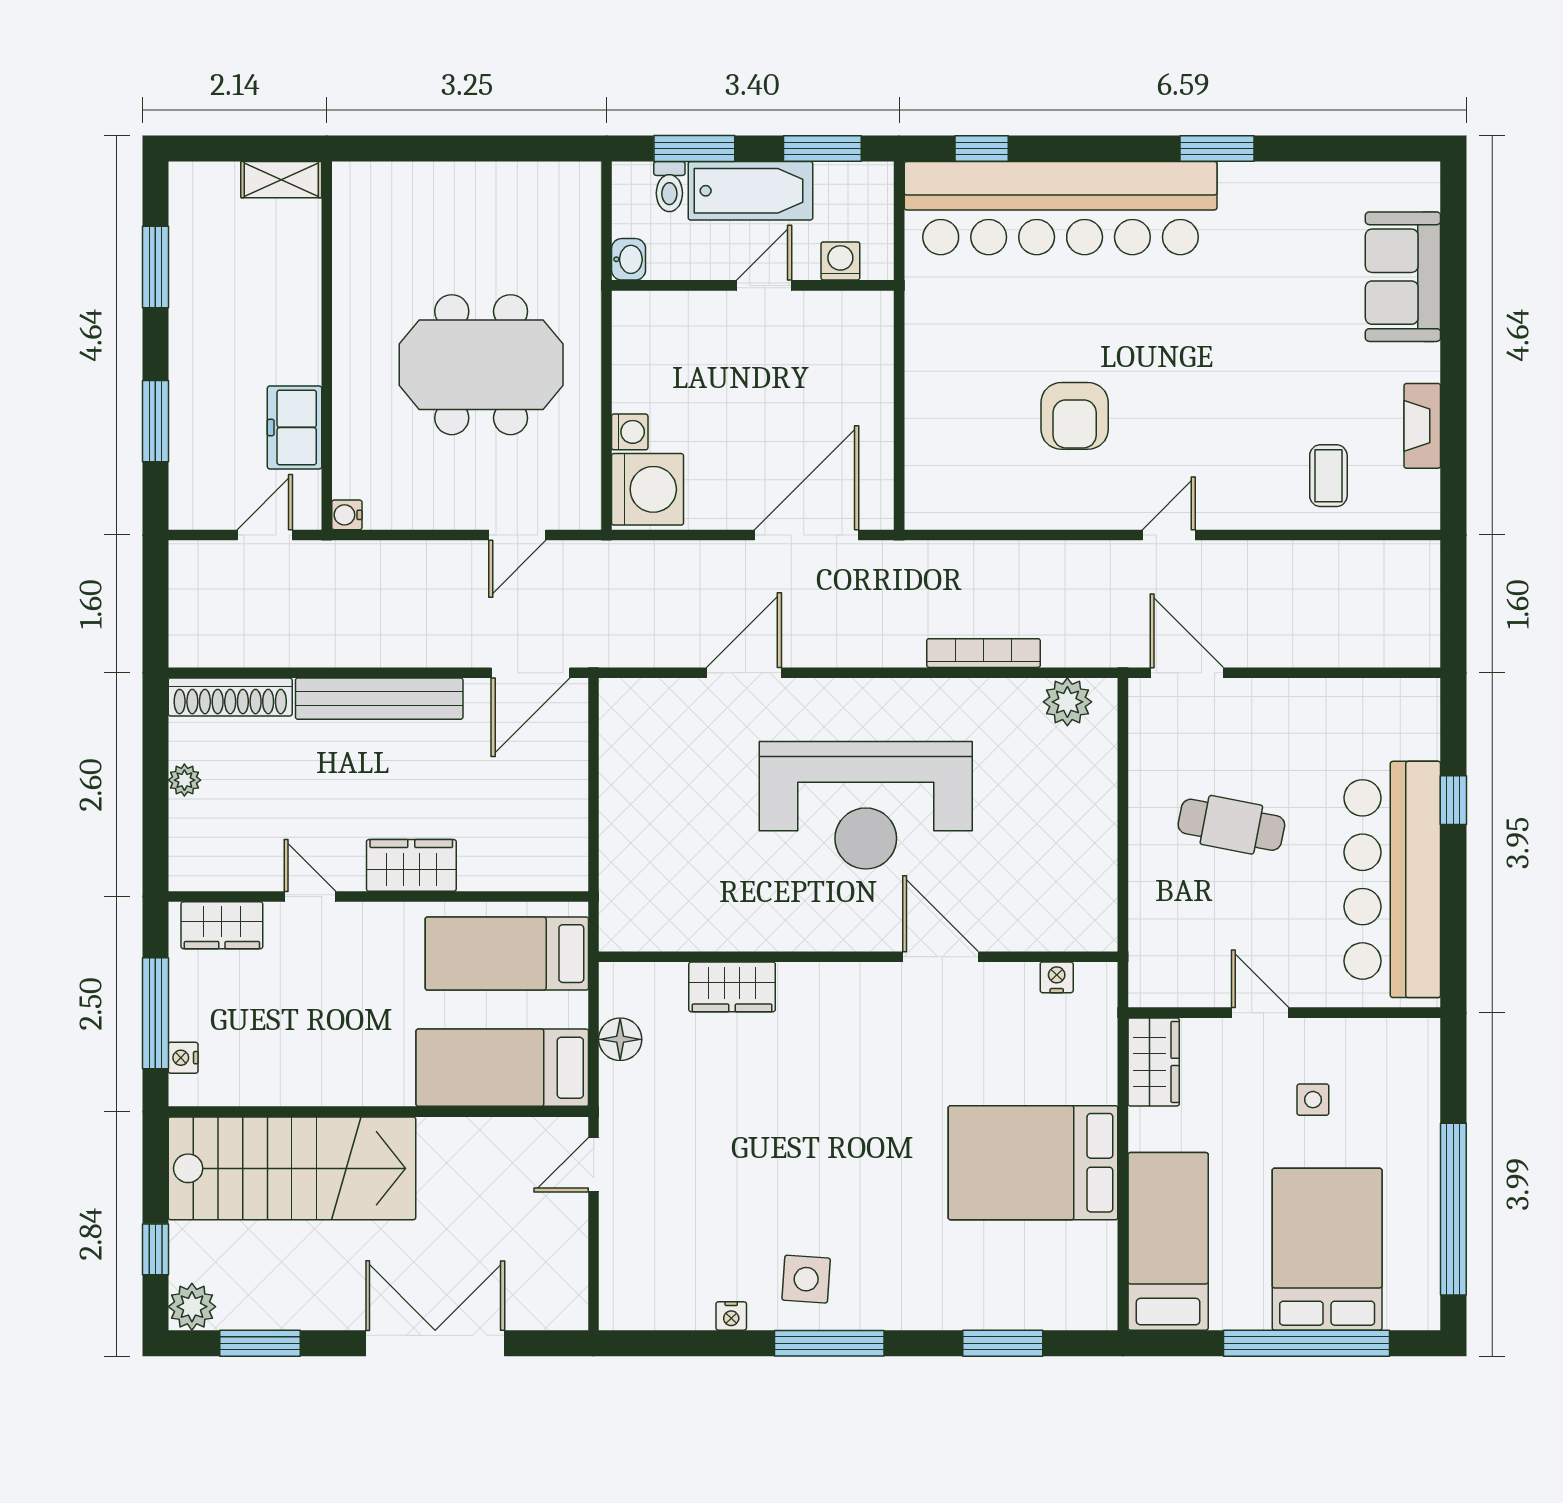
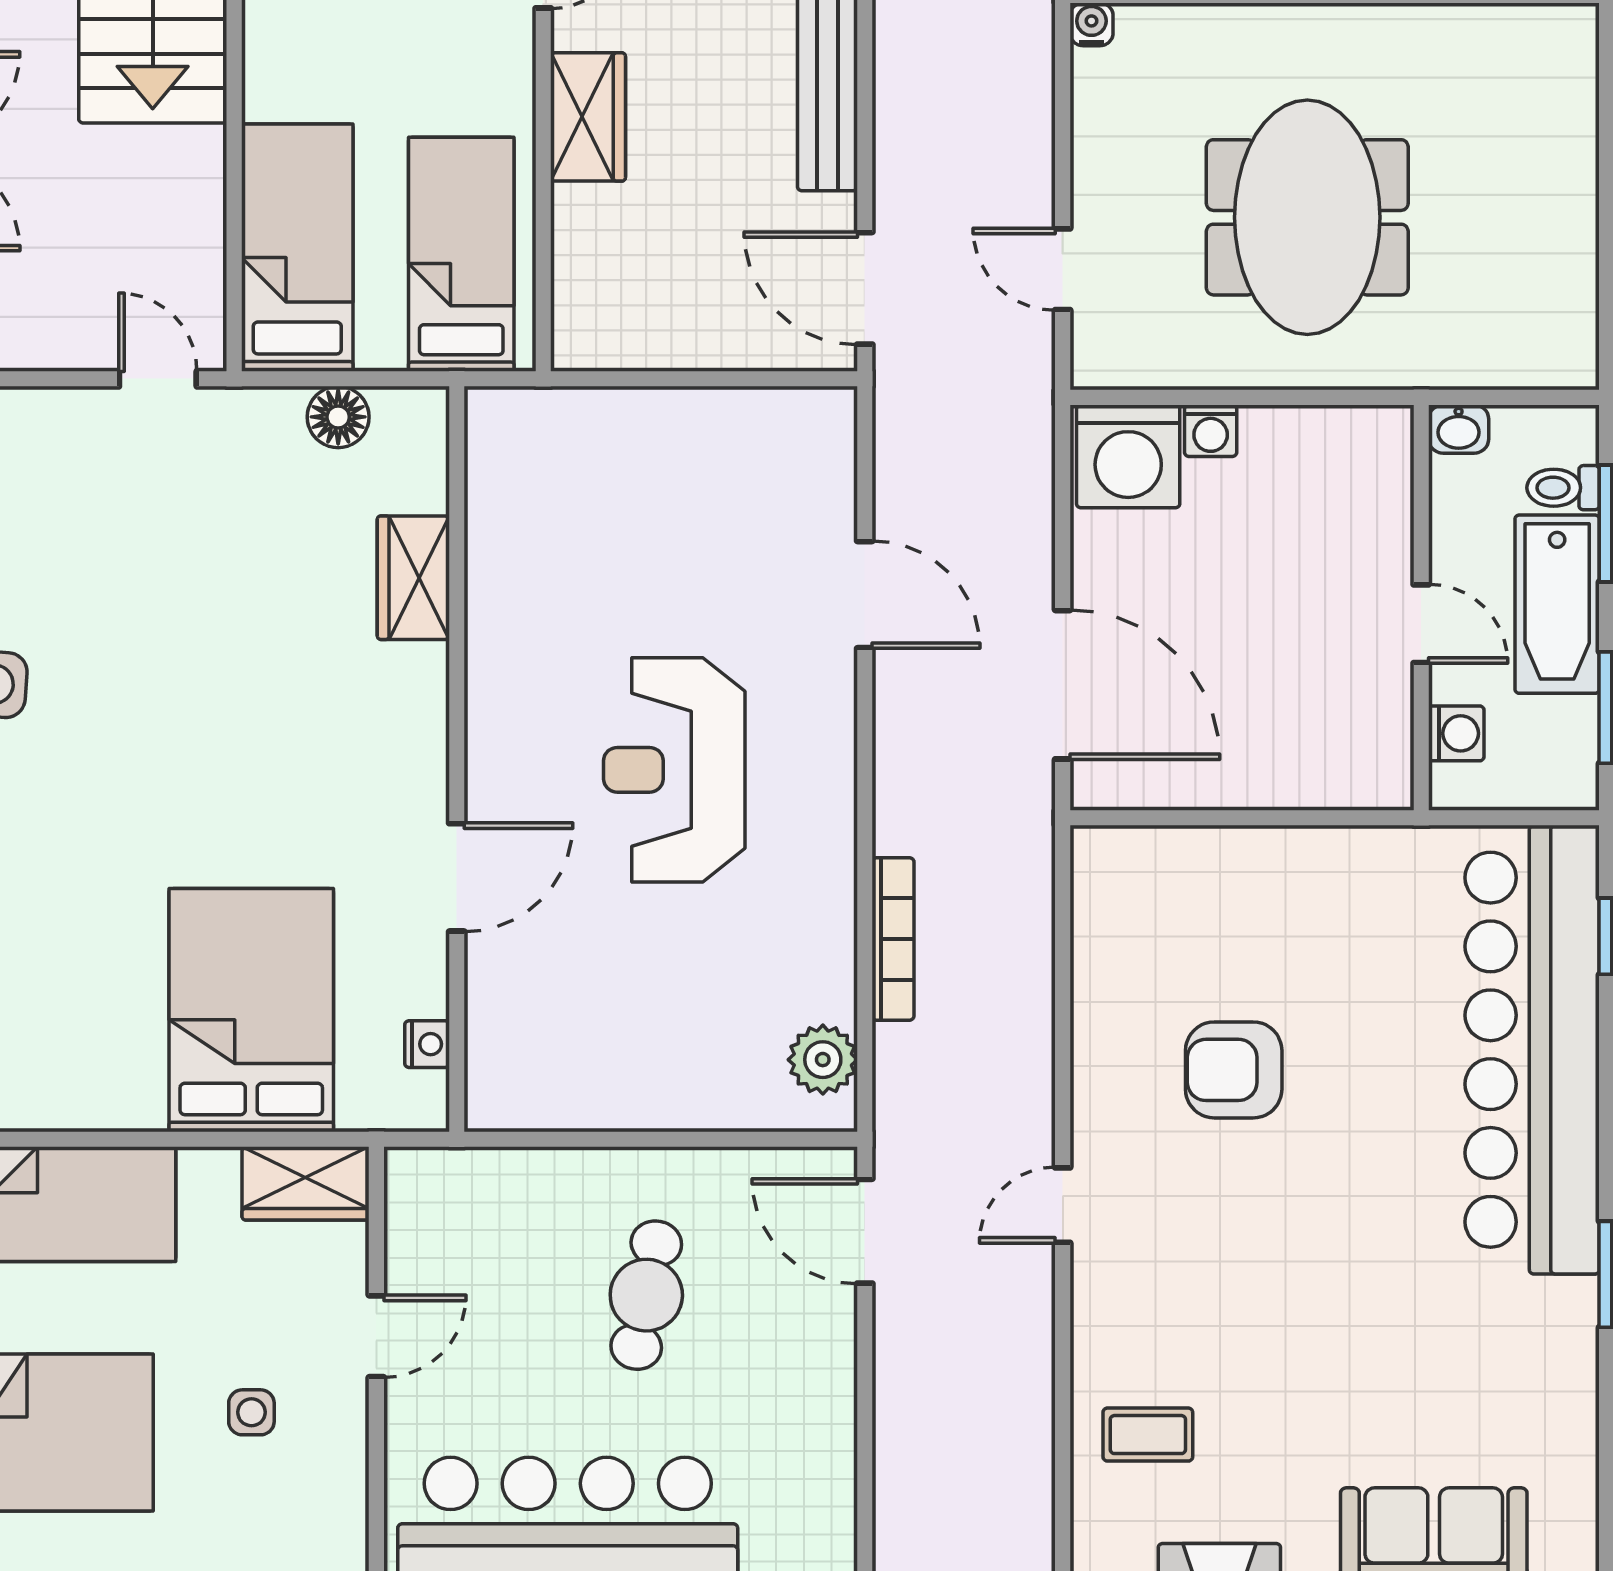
door: (1169, 535) -> (1063, 1205), swing flipped
door: (1187, 673) -> (865, 1231), swing flipped
reception desk: (866, 805) -> (674, 770), width x0.74, depth x0.77
bed: (1033, 1163) -> (251, 1010), moved

